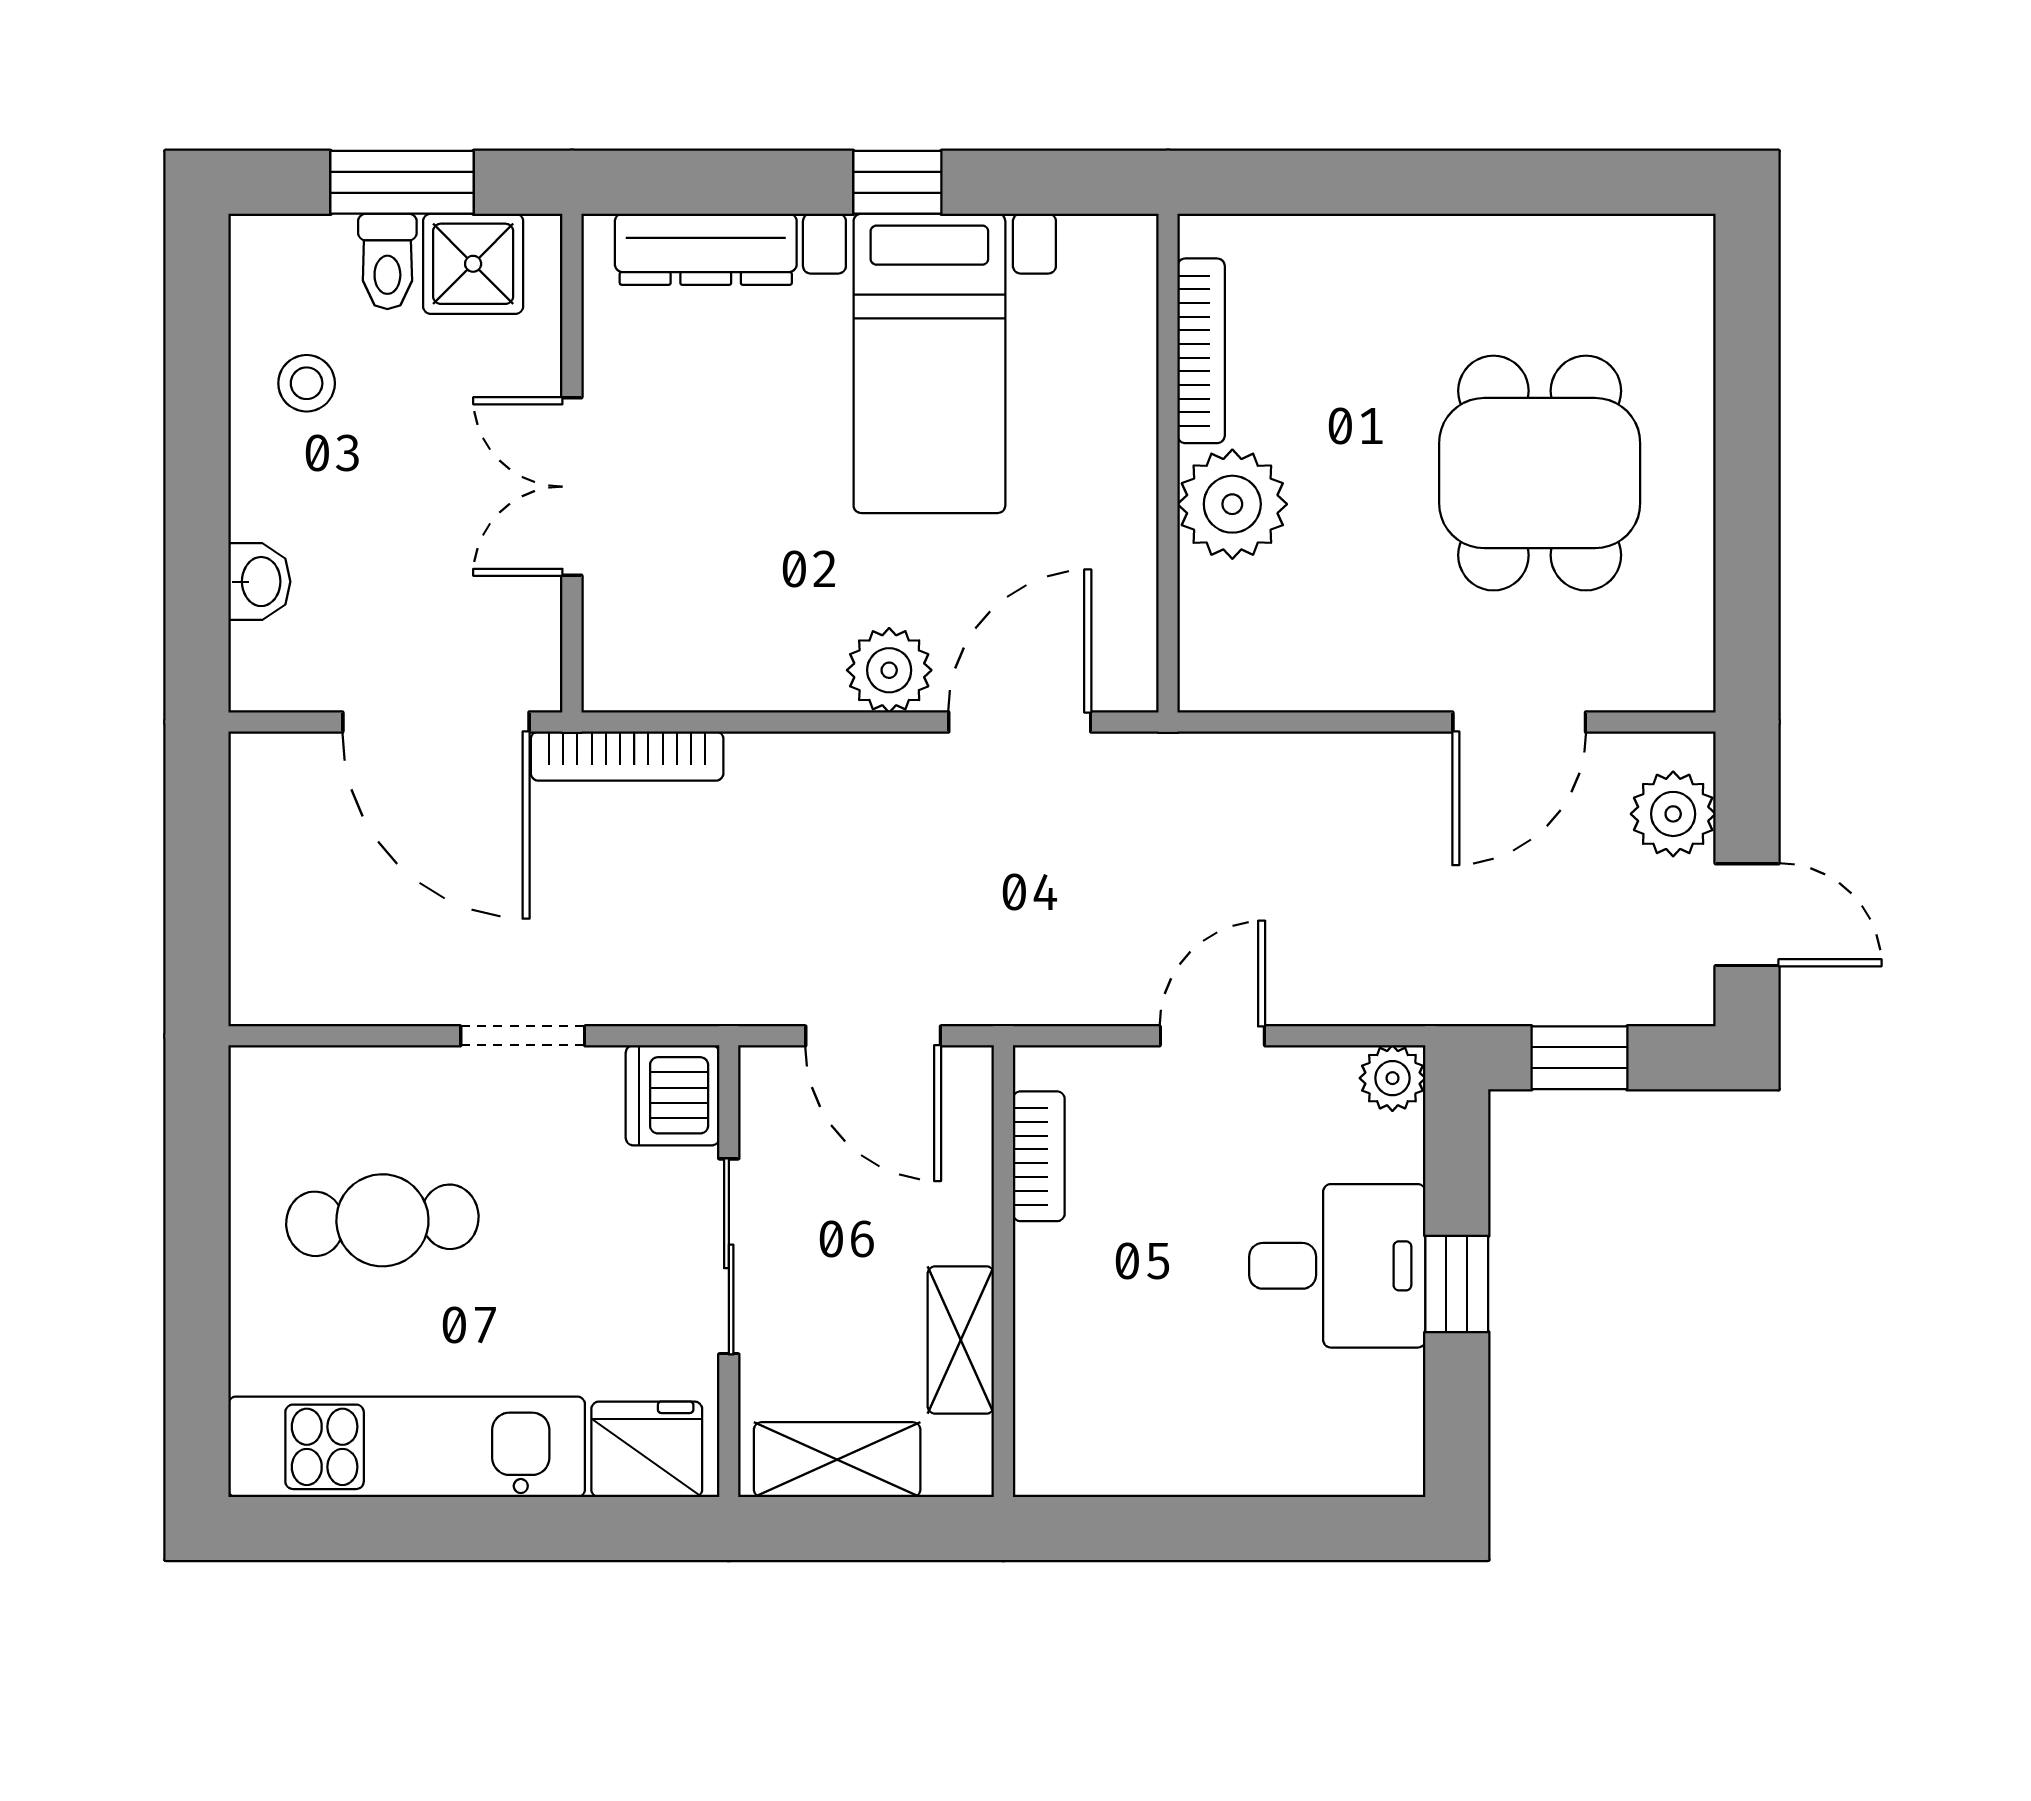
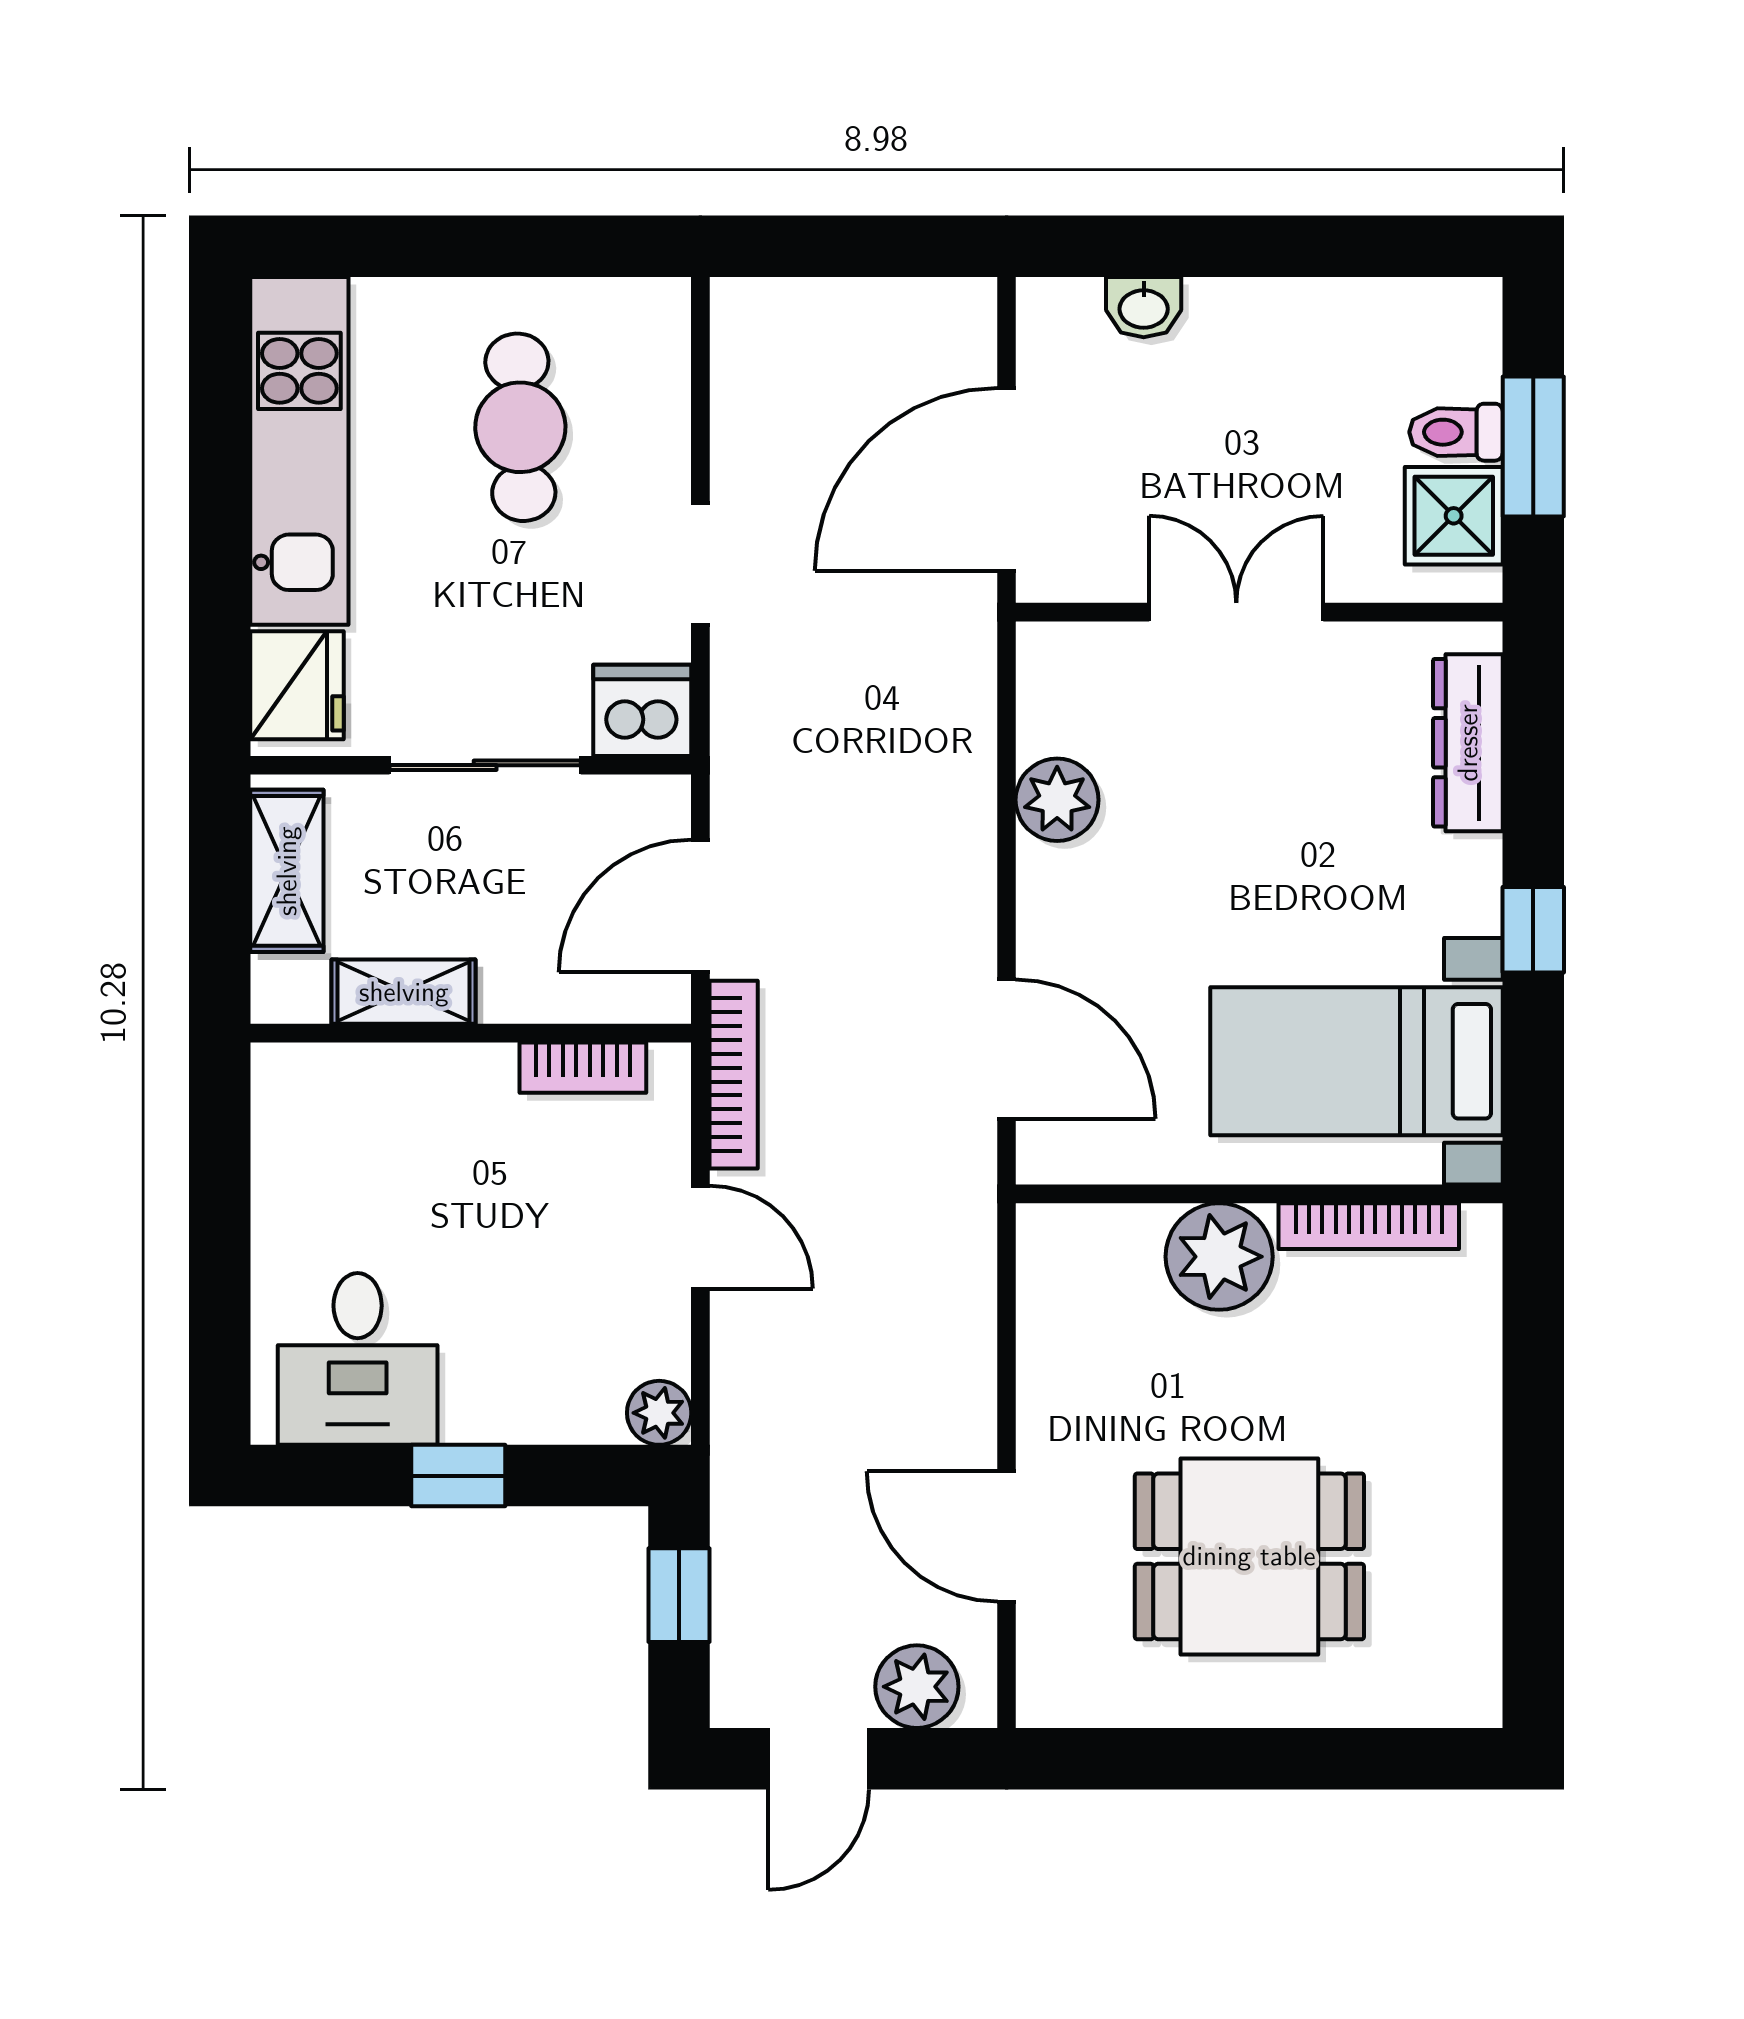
bed with nightstands: (929, 363) -> (1356, 1061), moved
stool: (307, 383) -> (1337, 353), removed
plant: (889, 670) -> (1057, 800), moved
bookcase: (627, 756) -> (734, 1075), moved, turned 180
desk: (1337, 1266) -> (358, 1359), moved

